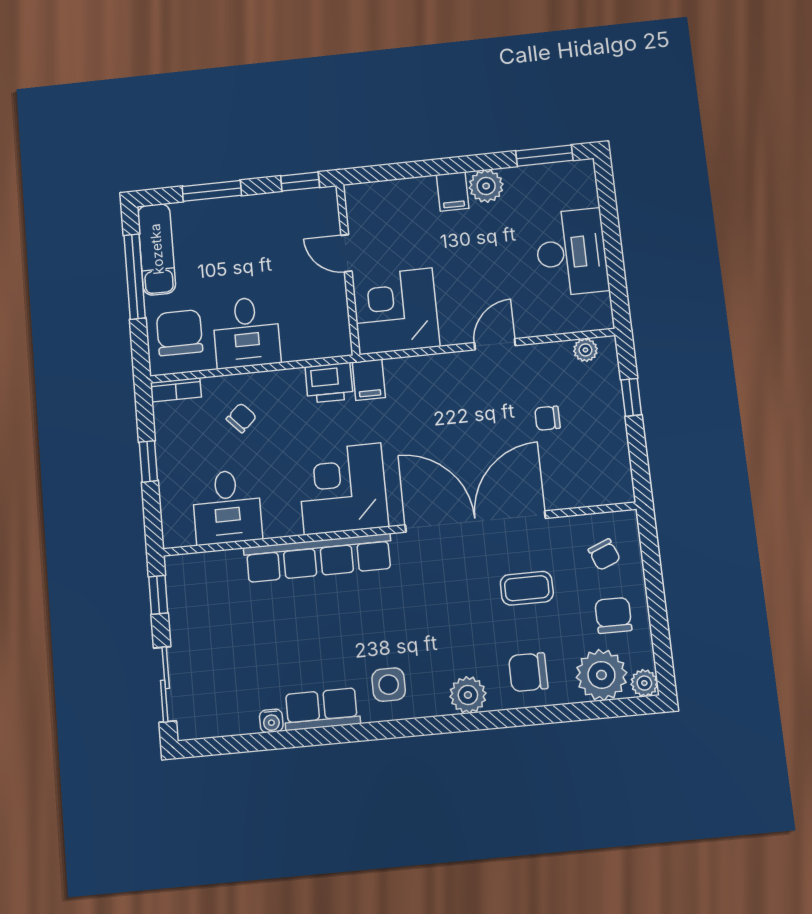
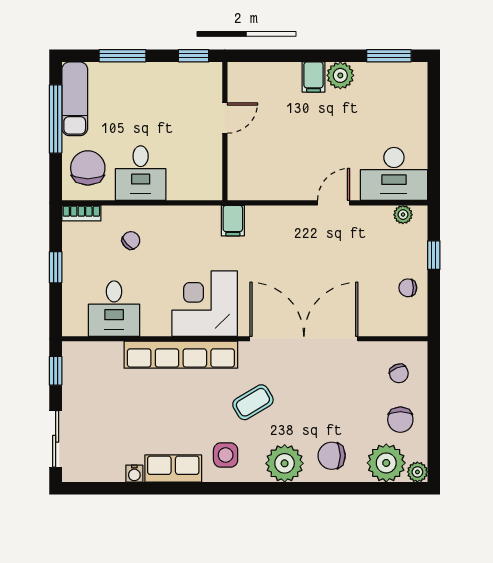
desk: (571, 252) -> (394, 174), moved, turned 90
door: (346, 253) -> (225, 118), swing flipped
corner desk: (396, 311) -> (259, 169), removed
printer: (329, 383) -> (202, 220), removed
chair: (547, 418) -> (408, 288), moved
coffee table: (527, 588) -> (253, 402), moved, turned -31
chair: (613, 615) -> (400, 420), turned 180
plant: (468, 695) -> (285, 463), width x1.36, depth x1.36

